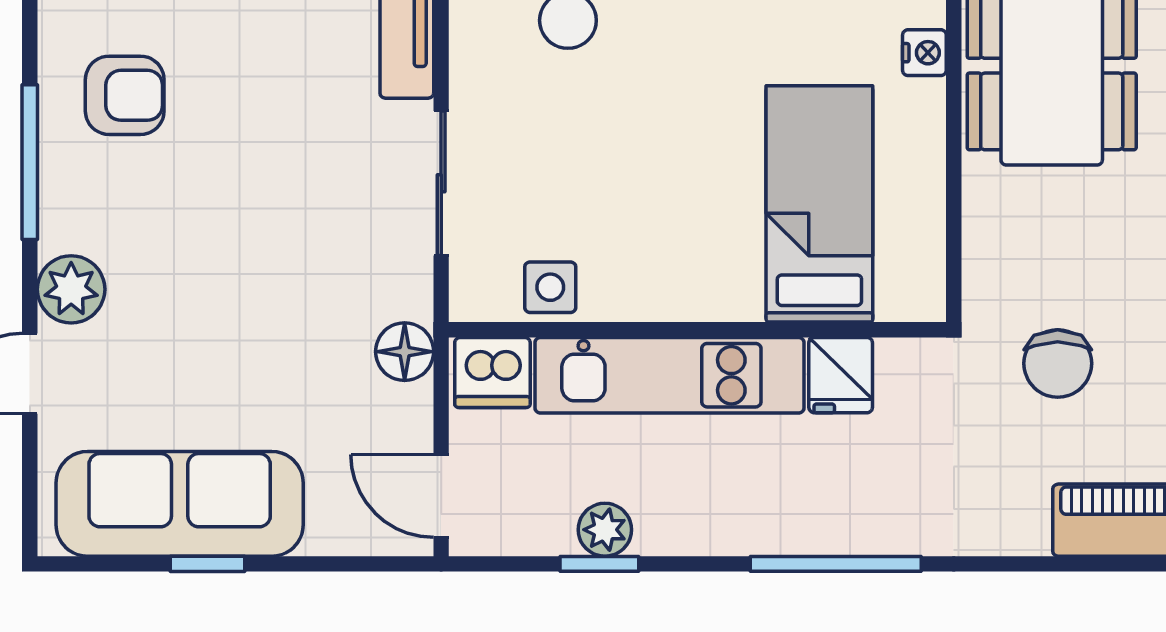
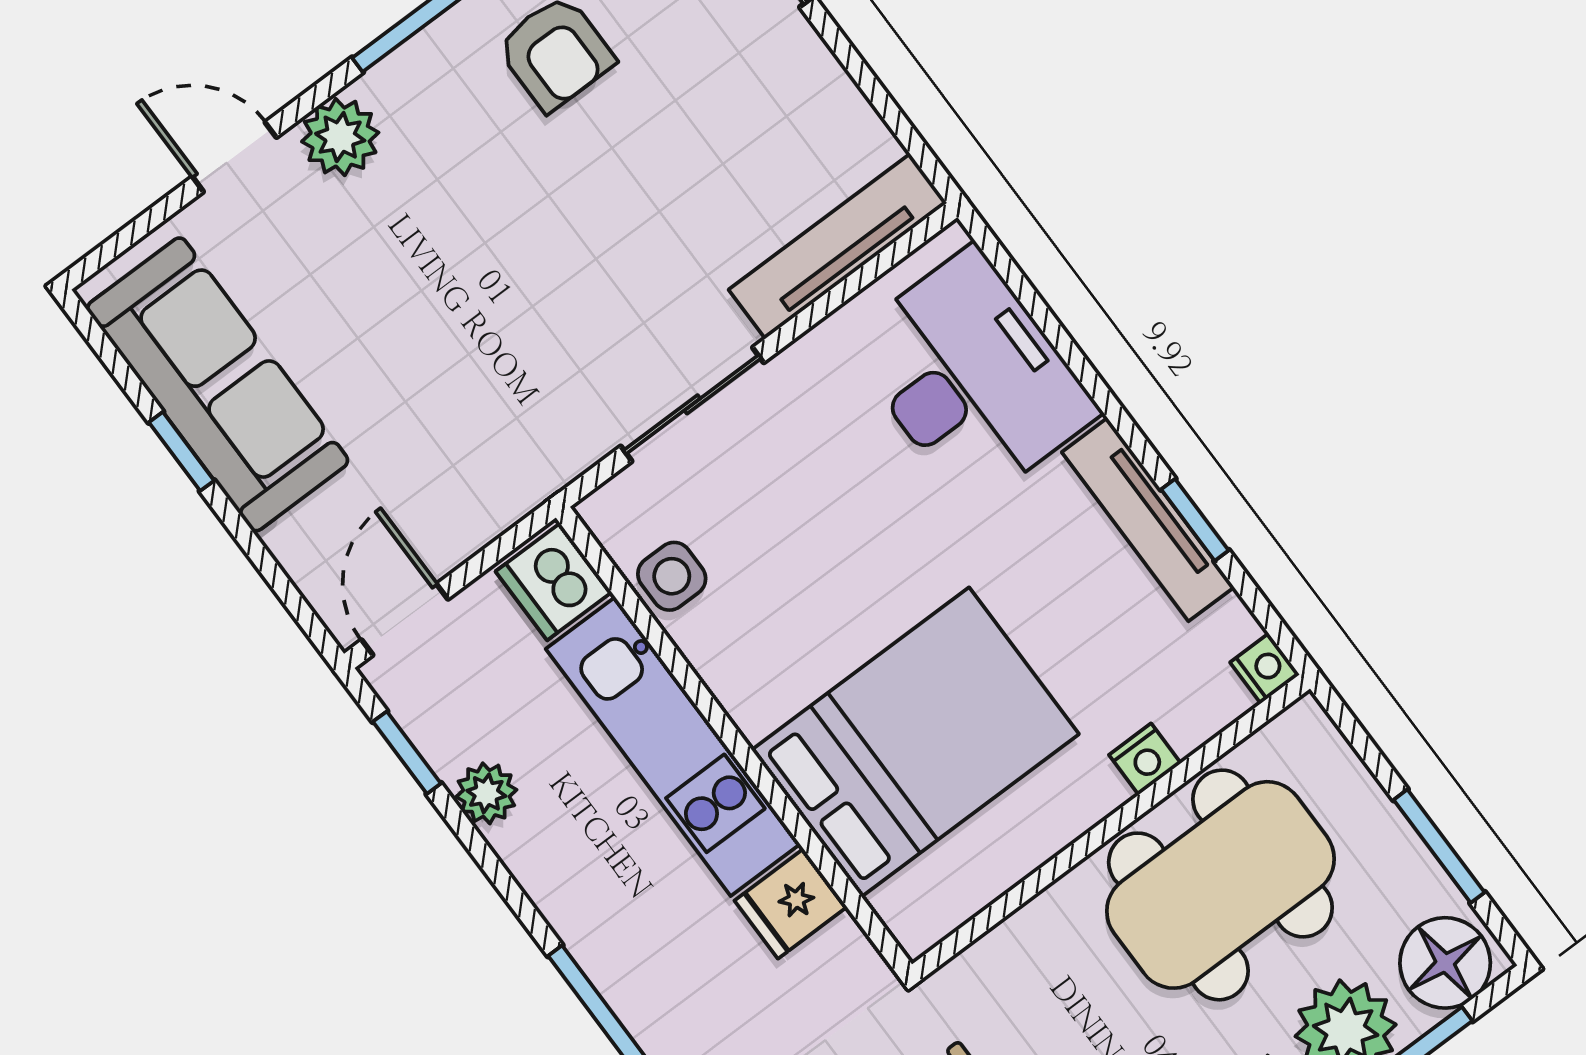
bed: (819, 204) -> (915, 742), width x1.50
floor lamp: (405, 352) -> (512, 487), removed
window: (599, 564) -> (407, 753), moved

